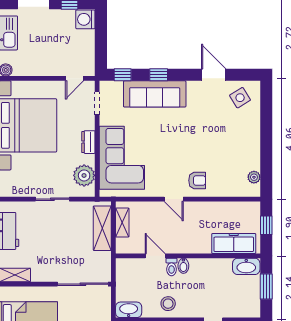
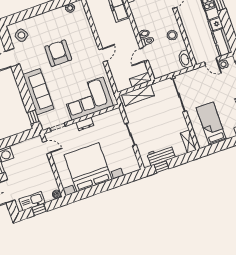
window: (159, 75) -> (25, 94), removed
plant: (84, 175) -> (108, 119), removed
armchair: (197, 180) -> (58, 53), moved, width x1.88, depth x1.88
shelving: (122, 223) -> (140, 80), moved

